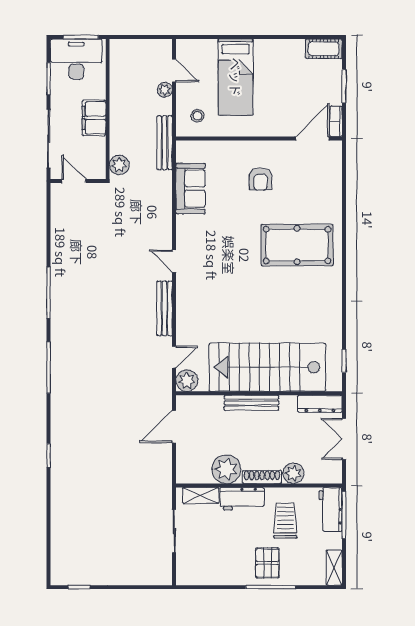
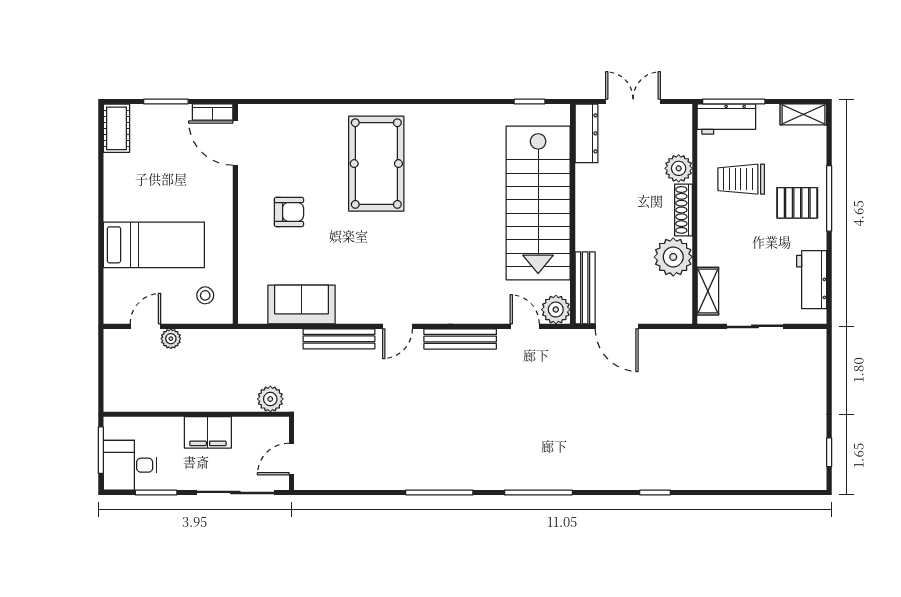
desk: (76, 59) -> (130, 465), width x0.73
bench: (165, 143) -> (339, 339), moved
bench: (251, 403) -> (585, 288), moved
double door: (344, 439) -> (633, 101), swing flipped
workbench: (242, 499) -> (812, 280), moved, turned 180

